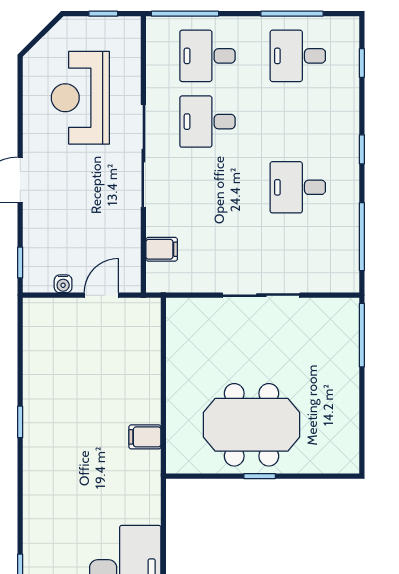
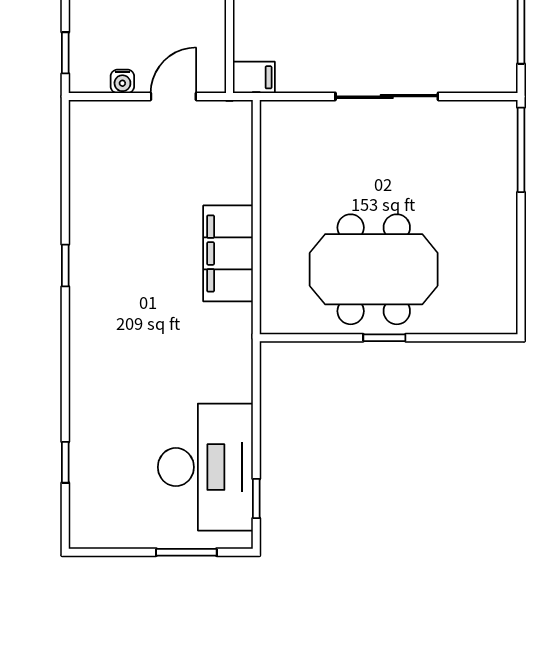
filing cabinet: (162, 249) -> (254, 77), moved
filing cabinet: (145, 437) -> (228, 253), width x3.00, depth x1.17

